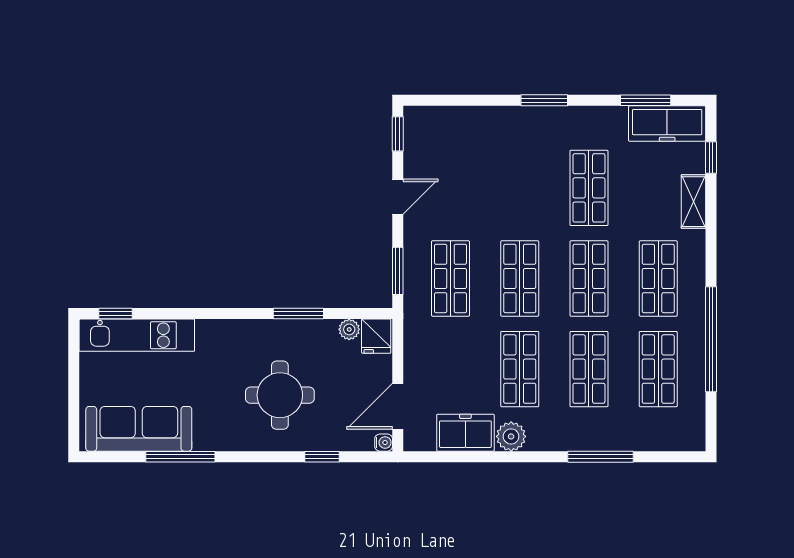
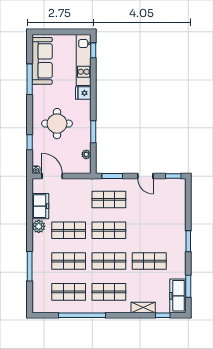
fridge: (376, 336) -> (83, 93), moved

